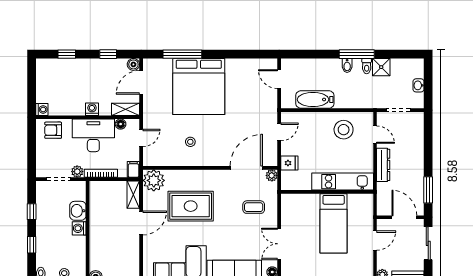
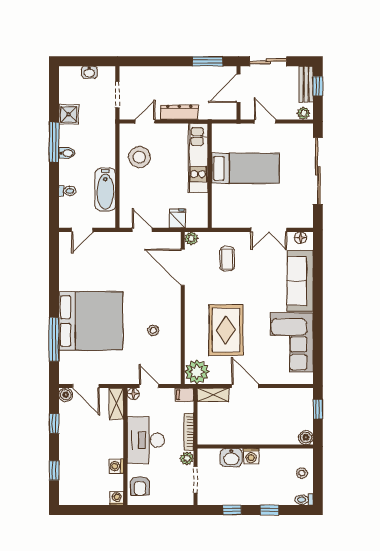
toilet: (367, 66) -> (67, 191), moved
washing machine: (92, 109) -> (116, 466), moved
floor lamp: (121, 124) -> (133, 394), moved

